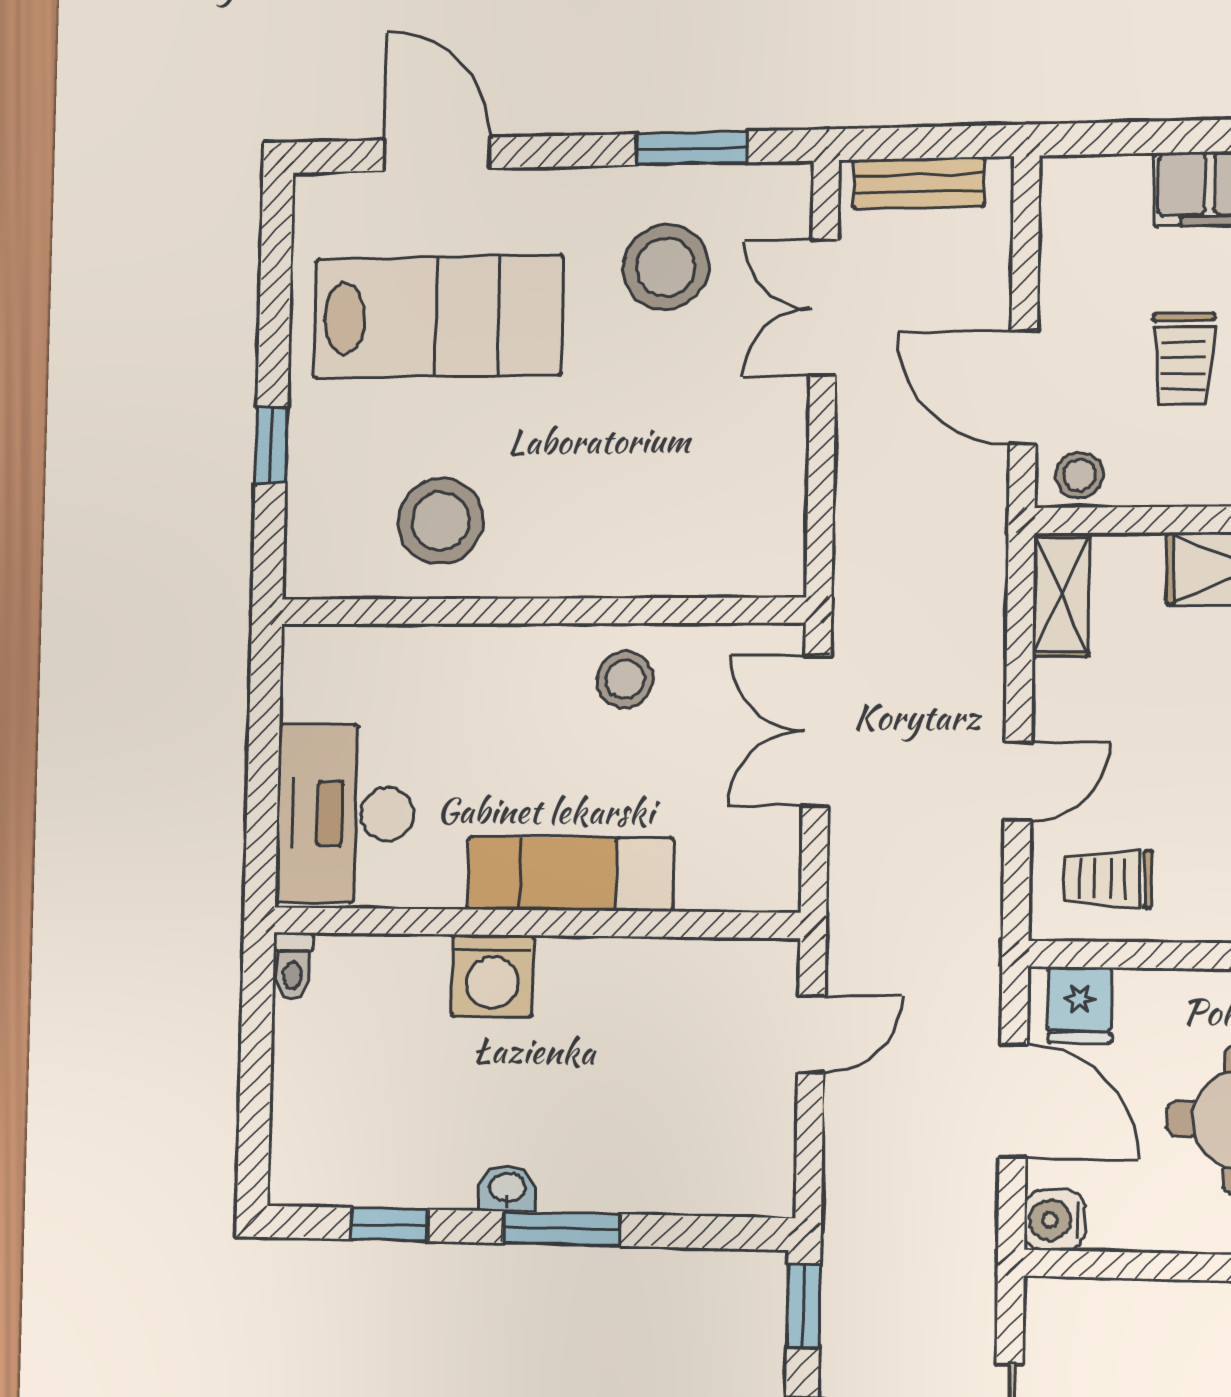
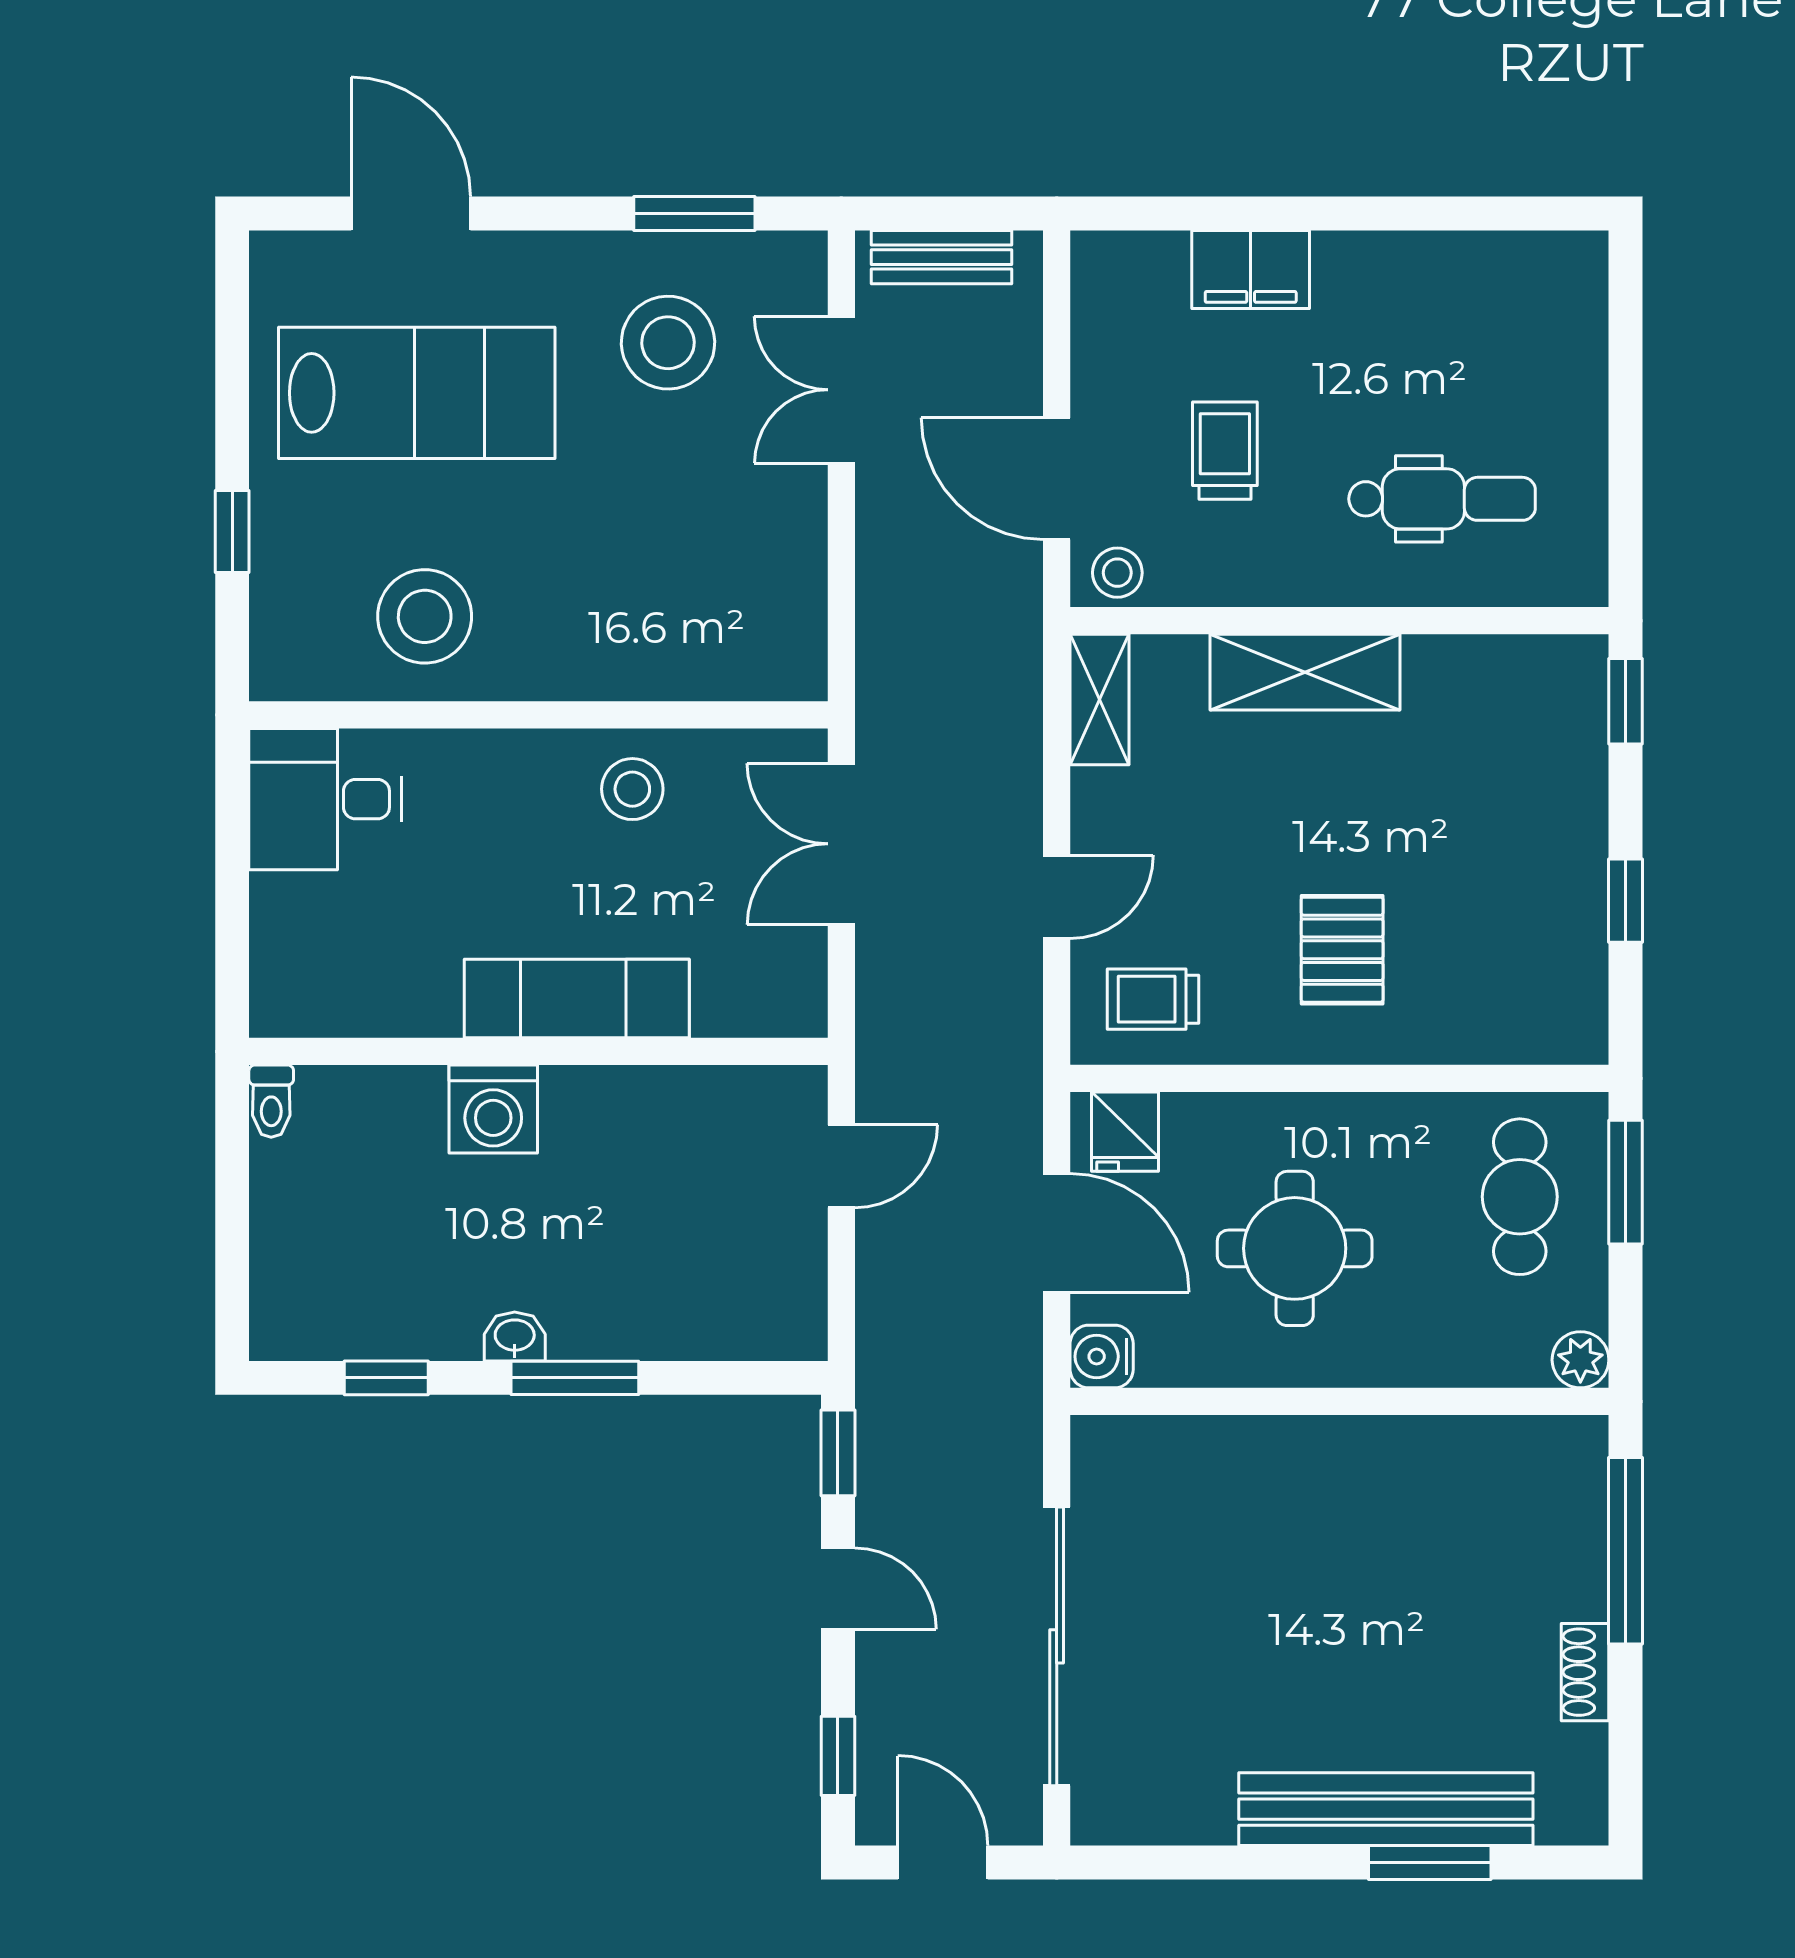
trolley: (1183, 359) -> (1225, 451), turned 180
desk: (345, 814) -> (325, 799), moved, width x0.73

